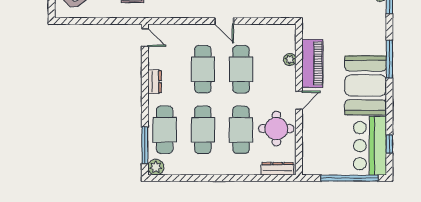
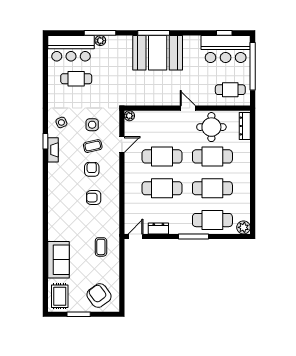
door: (224, 21) -> (122, 145), moved
plant: (290, 60) -> (129, 116), moved
piano: (312, 64) -> (157, 97), removed
dresser: (155, 82) -> (158, 228), moved
booth: (366, 85) -> (158, 53), moved
window: (145, 145) -> (194, 237), moved
cafe table: (321, 151) -> (230, 90), added

